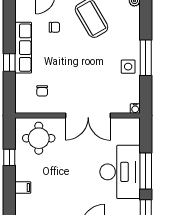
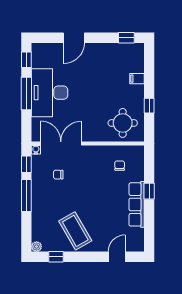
chair: (54, 27) -> (58, 175), moved
side table: (128, 67) -> (42, 187), removed
window: (146, 92) -> (26, 164), added
double door: (88, 116) -> (61, 143), moved

